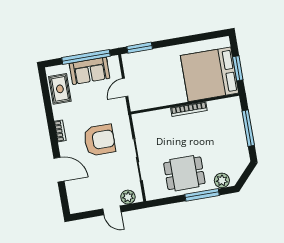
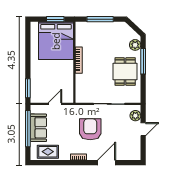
door: (125, 87) -> (55, 104), swing flipped

